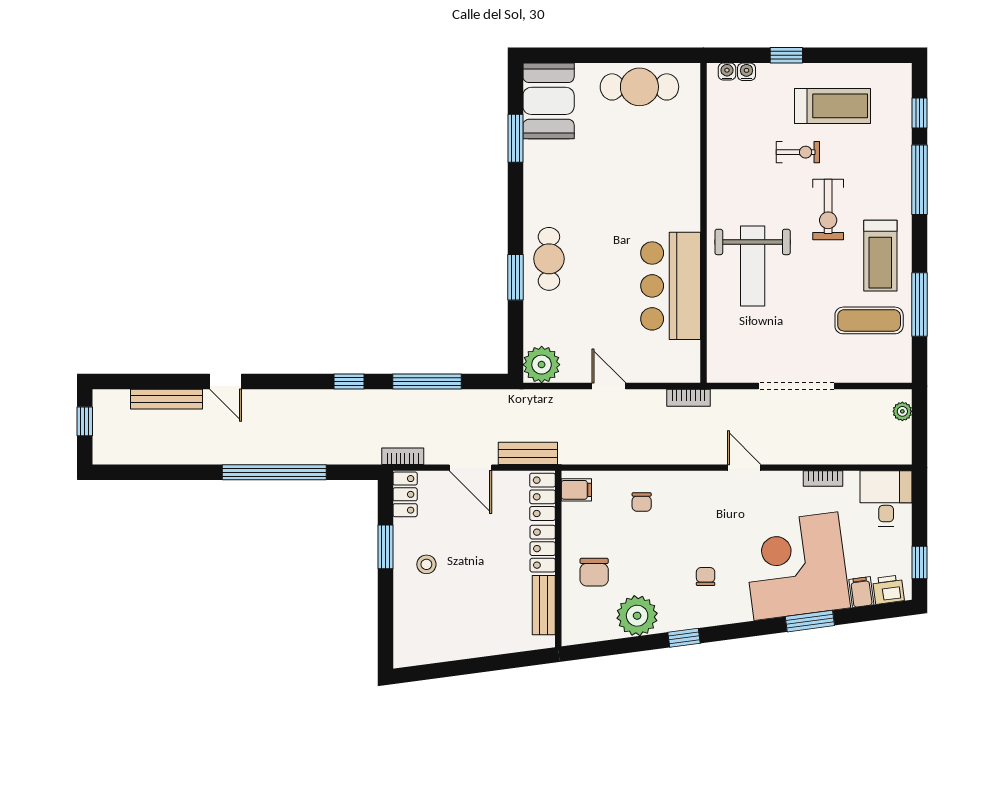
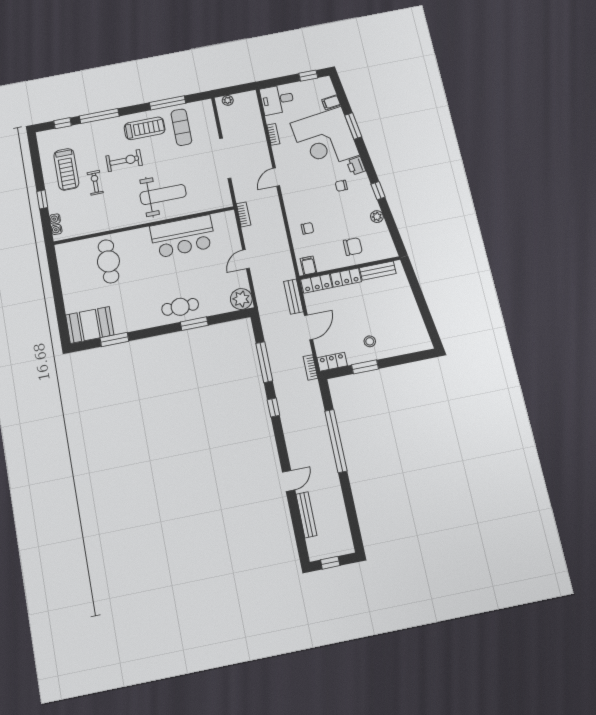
cafe table: (639, 87) -> (108, 261), moved
treadmill: (833, 106) -> (66, 169), turned 180
printer: (888, 590) -> (356, 166), moved
plant: (637, 616) -> (377, 217), width x0.53, depth x0.53

